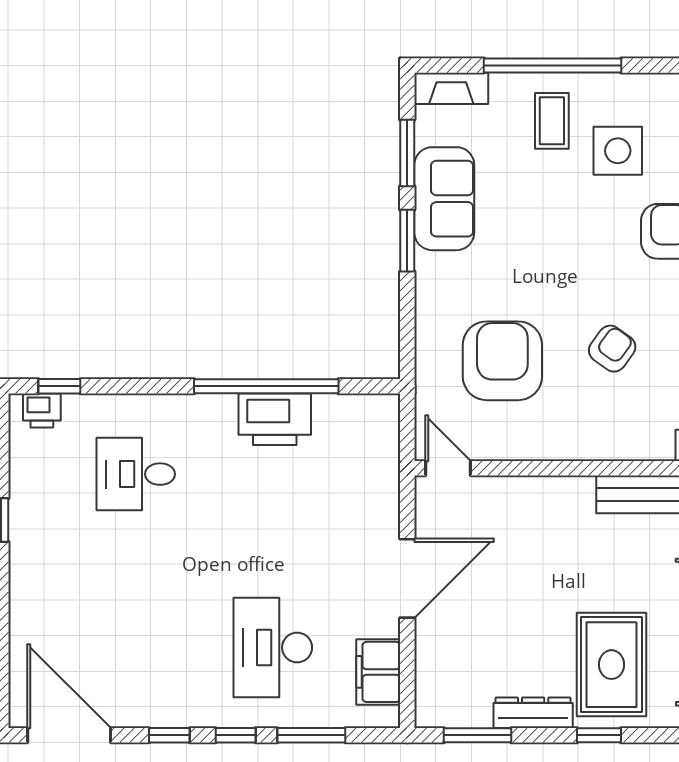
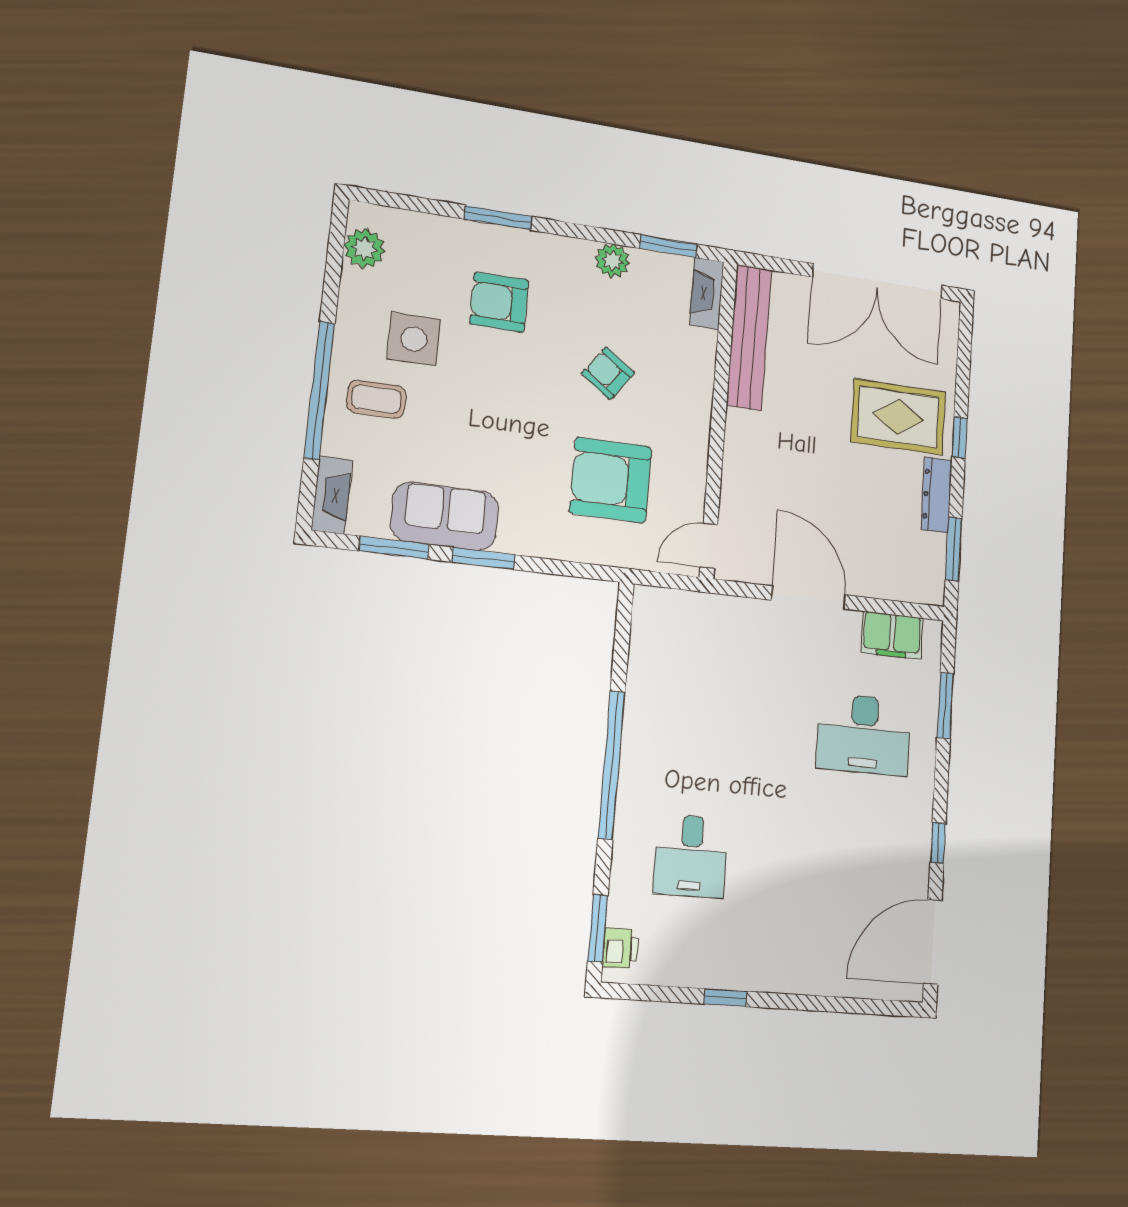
window: (59, 386) -> (598, 928), width x1.50
window: (266, 386) -> (612, 765), moved
printer: (275, 419) -> (649, 711), removed
window: (236, 735) -> (941, 778), removed

